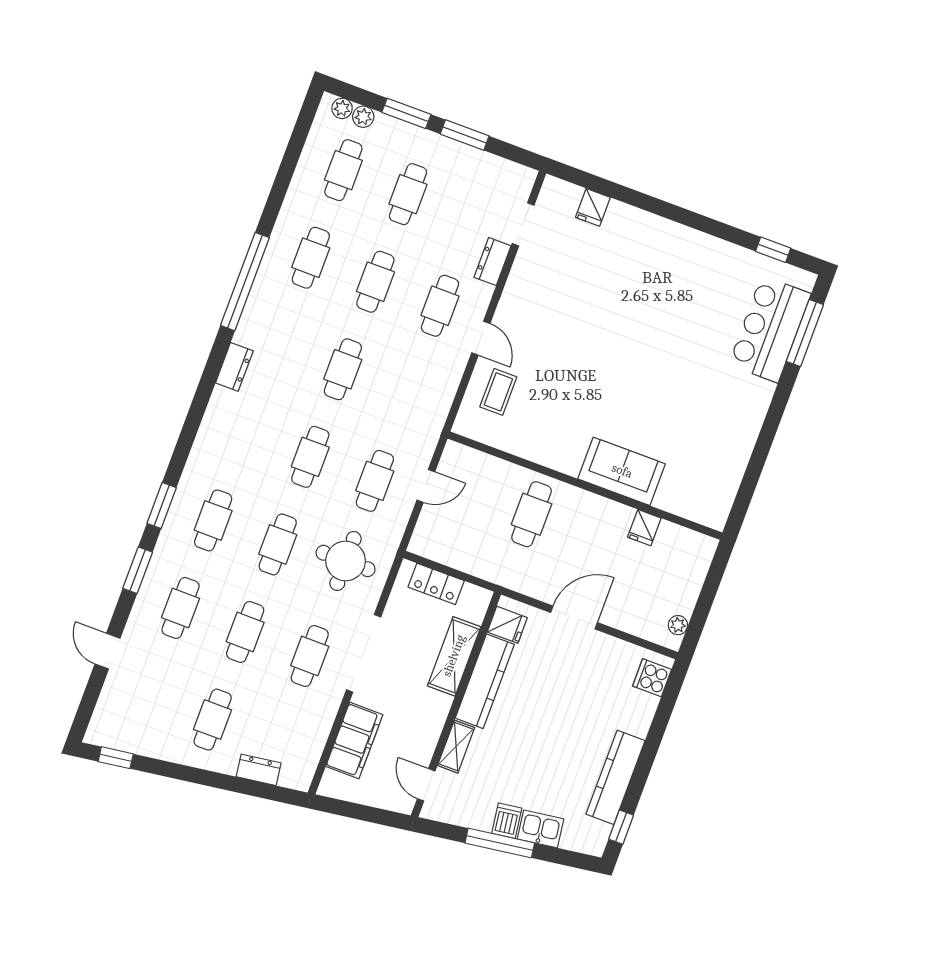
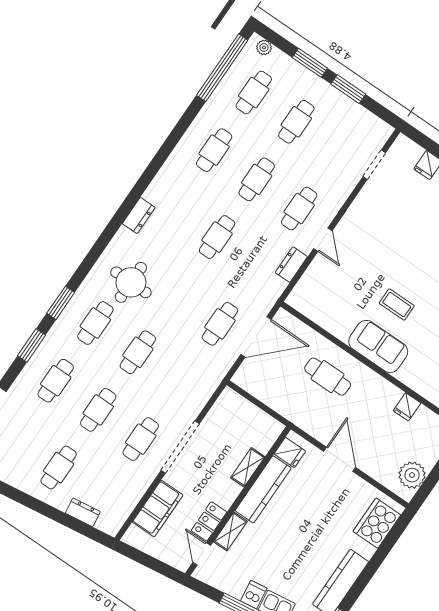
plant: (363, 117) -> (278, 57), removed
dresser: (492, 262) -> (291, 265), moved
window: (245, 282) -> (222, 68), moved
coffee table: (498, 392) -> (397, 305), moved, turned 90
cafe table: (310, 457) -> (177, 295), removed
sofa: (622, 471) -> (378, 346), moved
door: (426, 486) -> (256, 337), width x1.87
cafe table: (532, 514) -> (328, 377), turned 90
round table: (346, 561) -> (131, 282), moved
locker: (436, 584) -> (209, 521), moved, turned 90
door: (574, 617) -> (340, 459), hinge flipped
plant: (678, 625) -> (412, 475), width x1.87, depth x1.87
shelving: (454, 656) -> (248, 467), width x0.67, depth x0.75
cooker: (652, 678) -> (377, 523), width x1.87, depth x1.31

